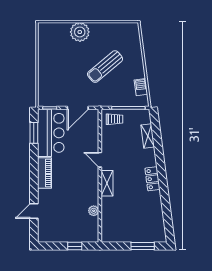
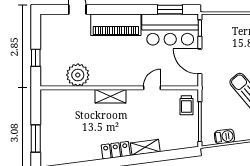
shelving: (148, 136) -> (145, 147), moved
door: (100, 160) -> (152, 88), moved
piano: (44, 173) -> (116, 25), width x1.37, depth x1.33
plant: (94, 211) -> (78, 75), width x1.88, depth x1.88

